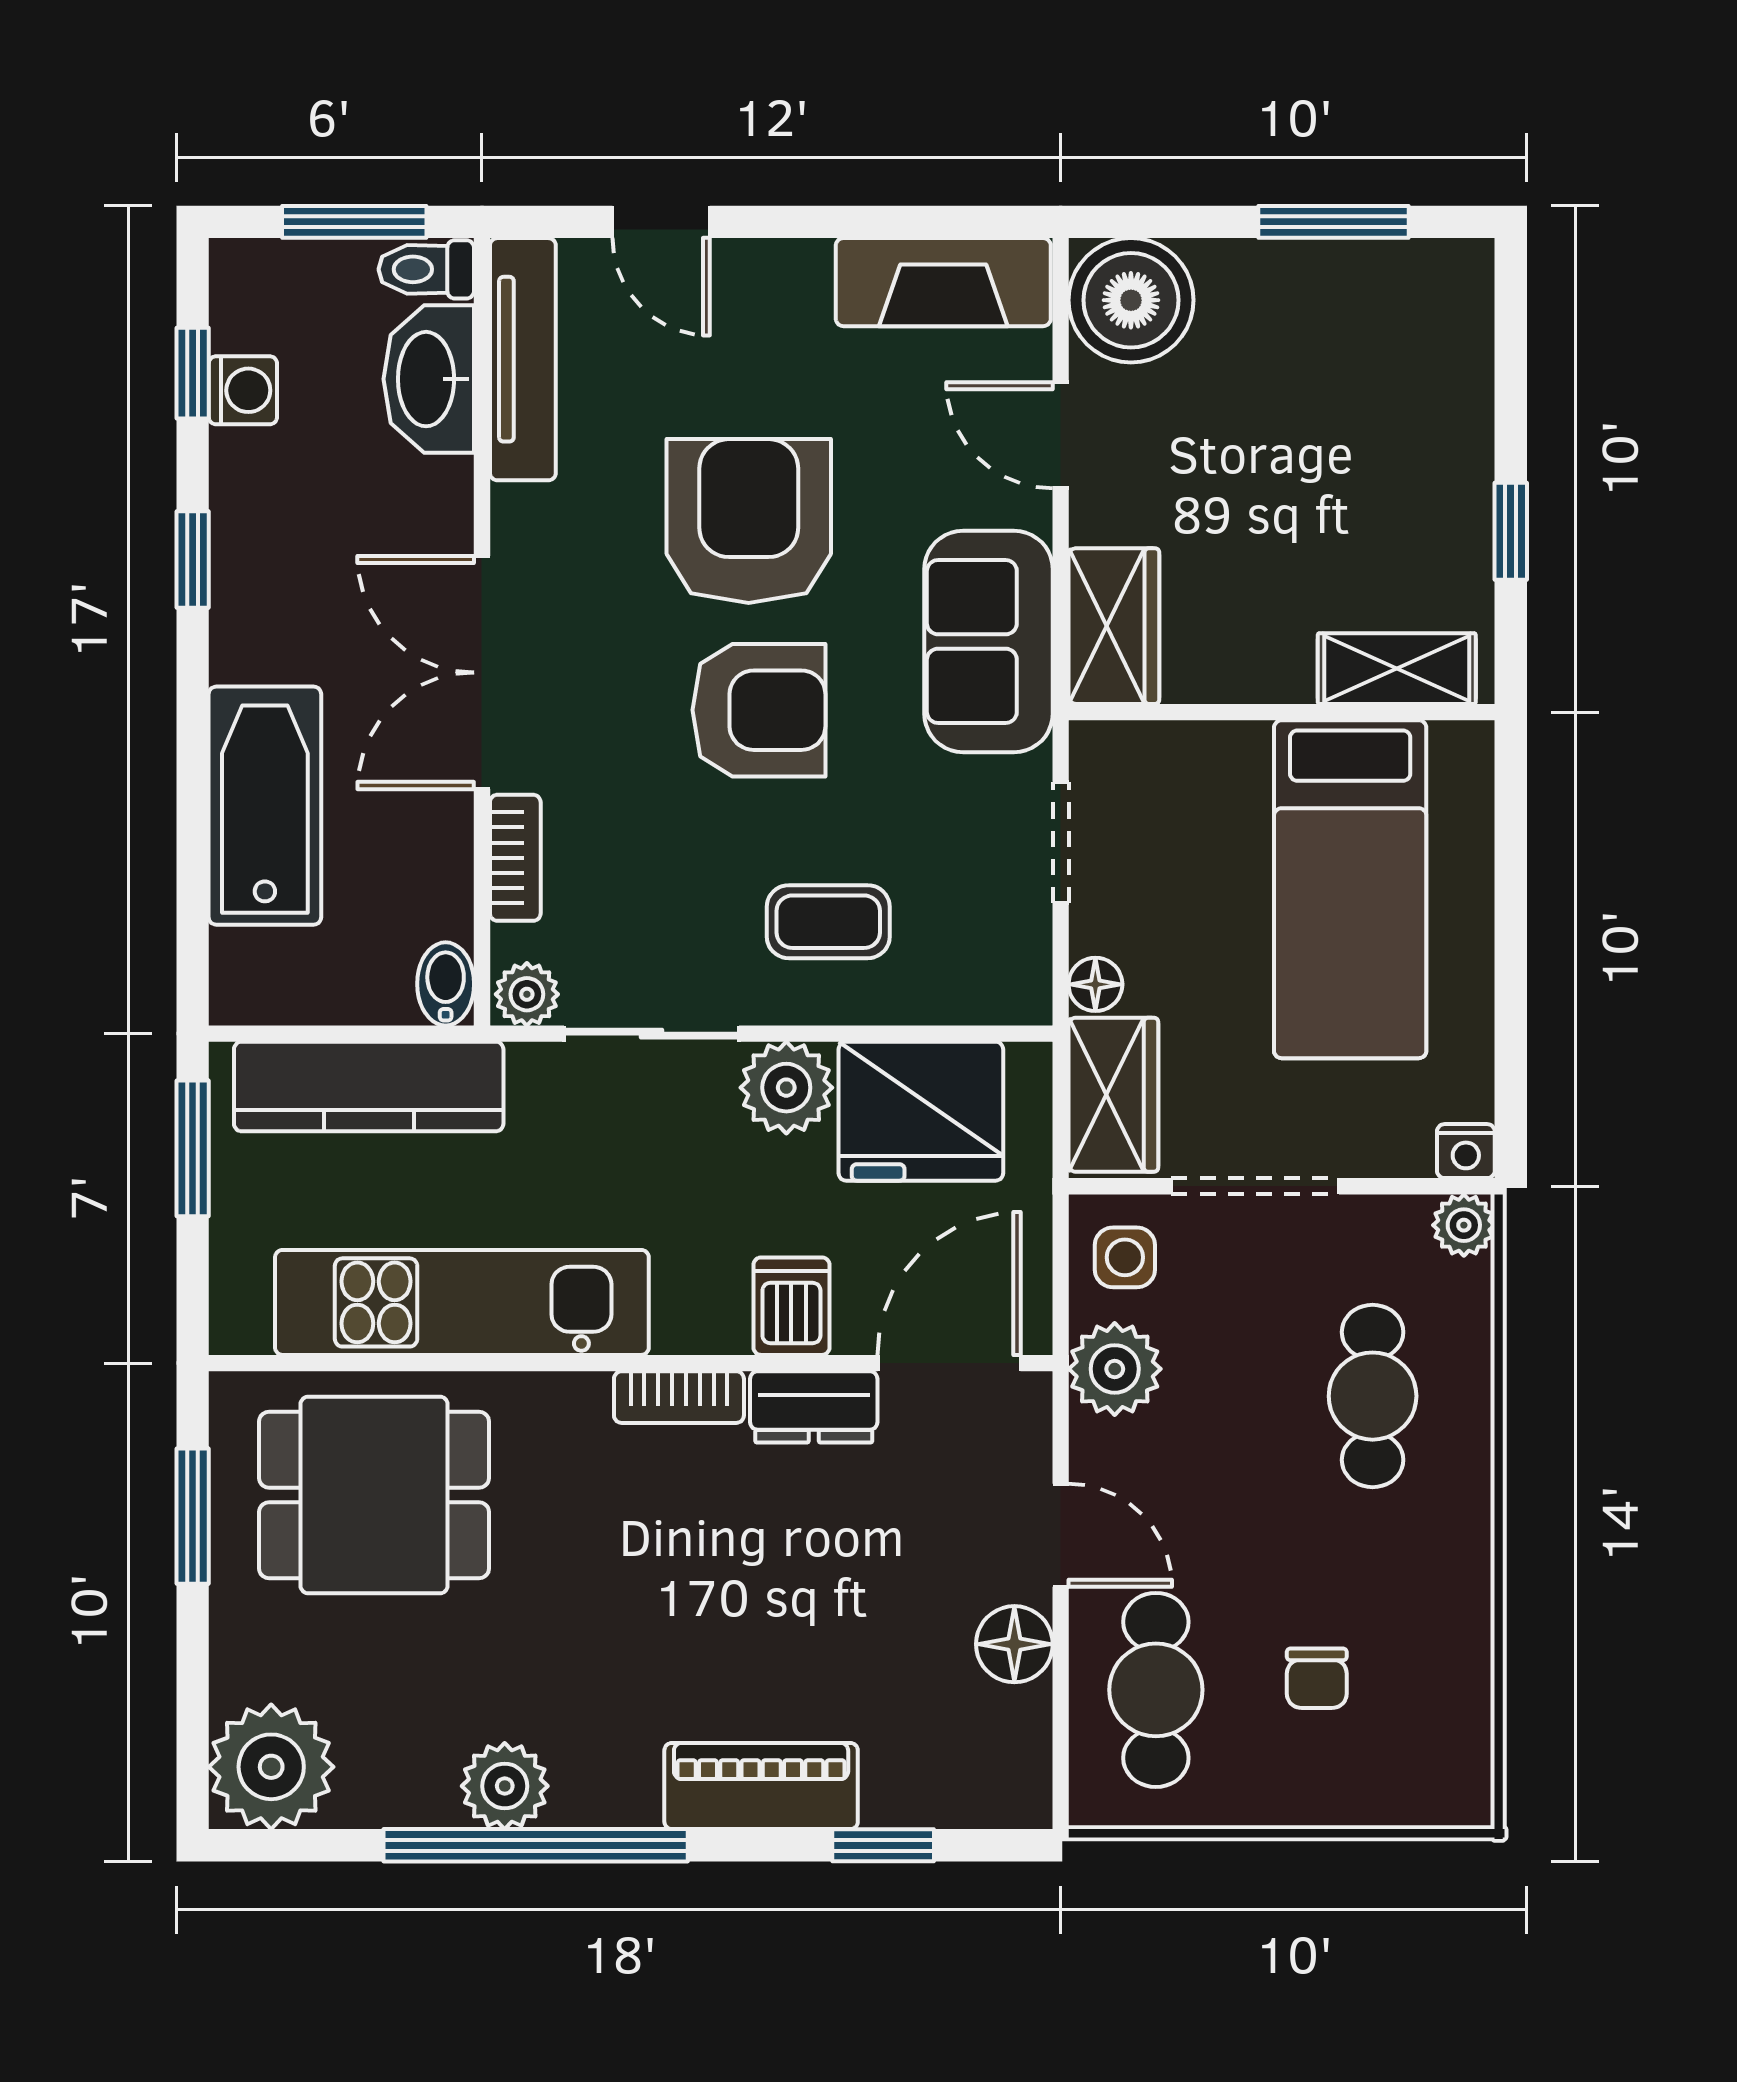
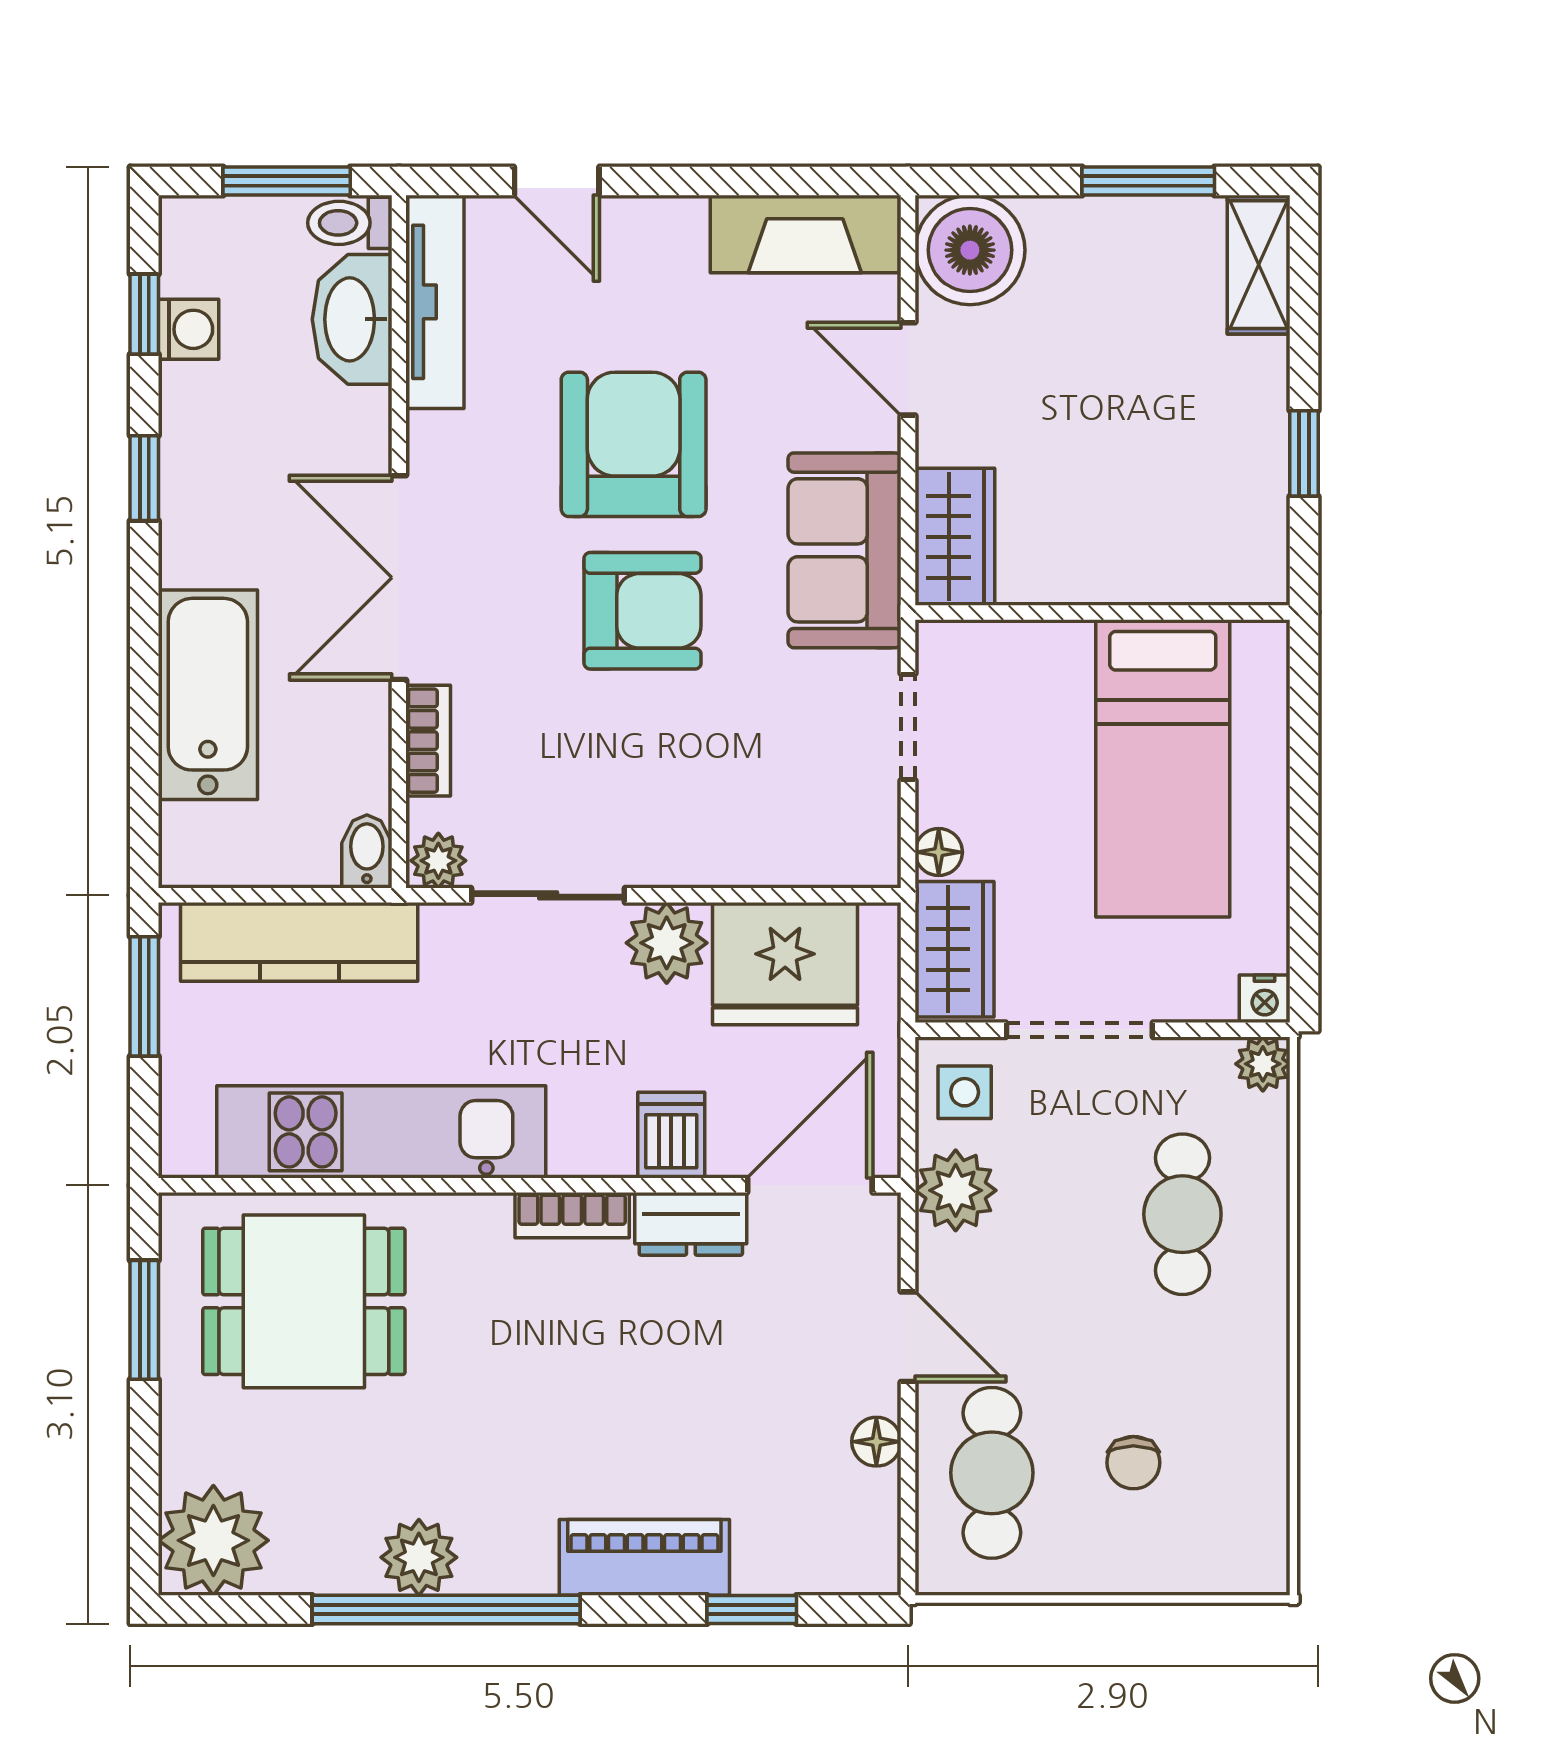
shelving: (1397, 669) -> (1259, 265), moved, turned 90
coffee table: (828, 922) -> (704, 797), removed
floor lamp: (1014, 1644) -> (876, 1442), width x0.73, depth x0.73

